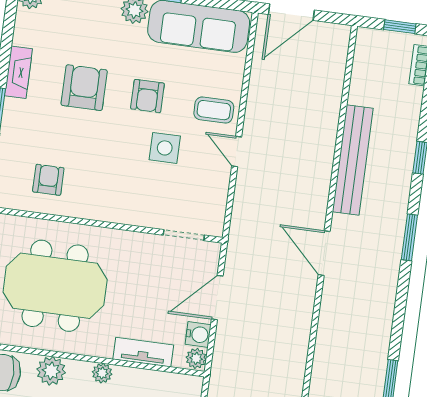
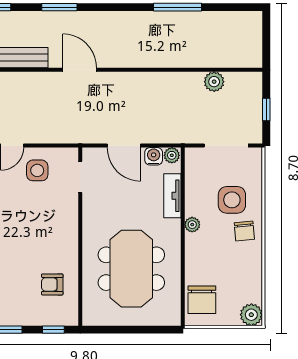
side table: (165, 148) -> (37, 170), moved
door: (324, 253) -> (80, 70), swing flipped
plant: (51, 371) -> (196, 263), removed

